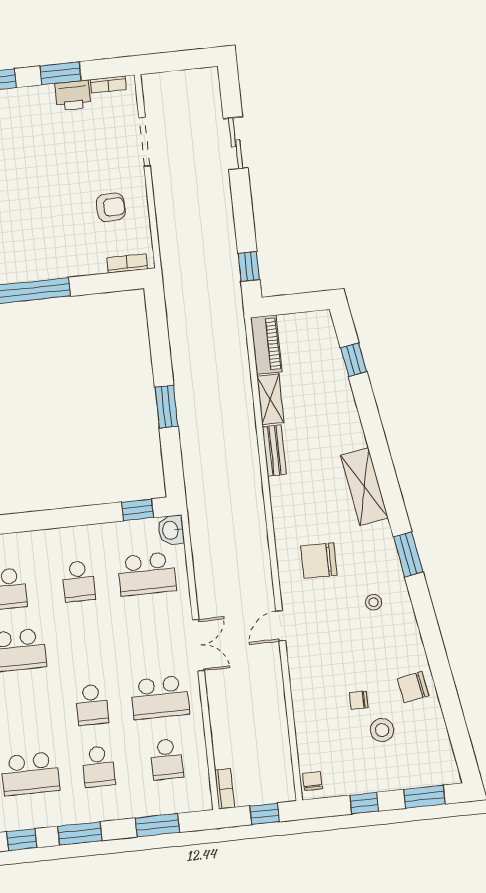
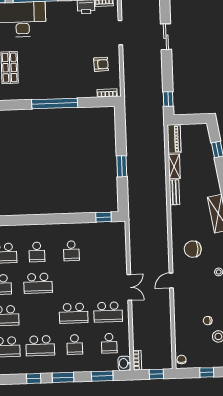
washbasin: (171, 530) -> (124, 363), moved
school desk: (147, 574) -> (106, 250), removed
school desk: (92, 705) -> (74, 313), width x1.85

